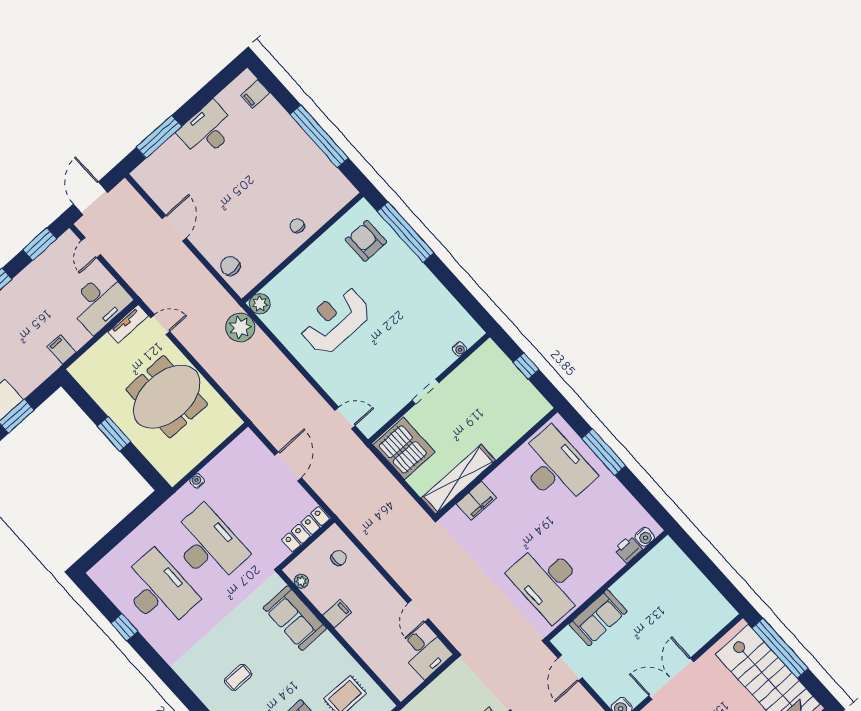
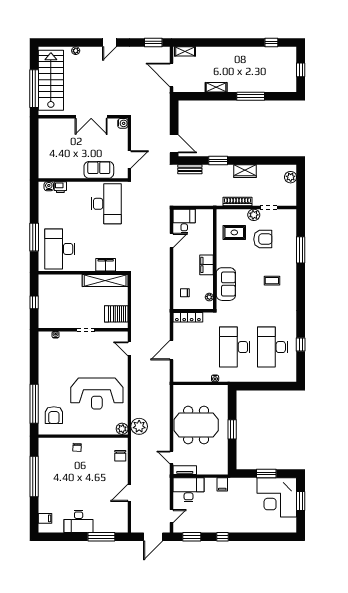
reception desk: (335, 320) -> (97, 394), width x1.36, depth x1.30
server rack: (404, 448) -> (116, 314), width x0.62
filing cabinet: (337, 614) -> (207, 265), width x2.00

